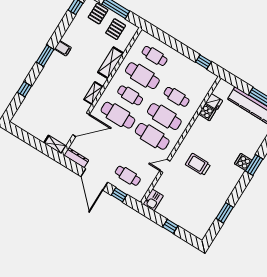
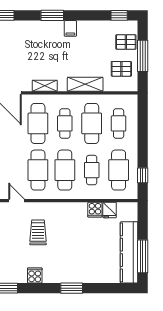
cafe table: (189, 77) -> (119, 170), added
cooker: (243, 162) -> (35, 275), moved

